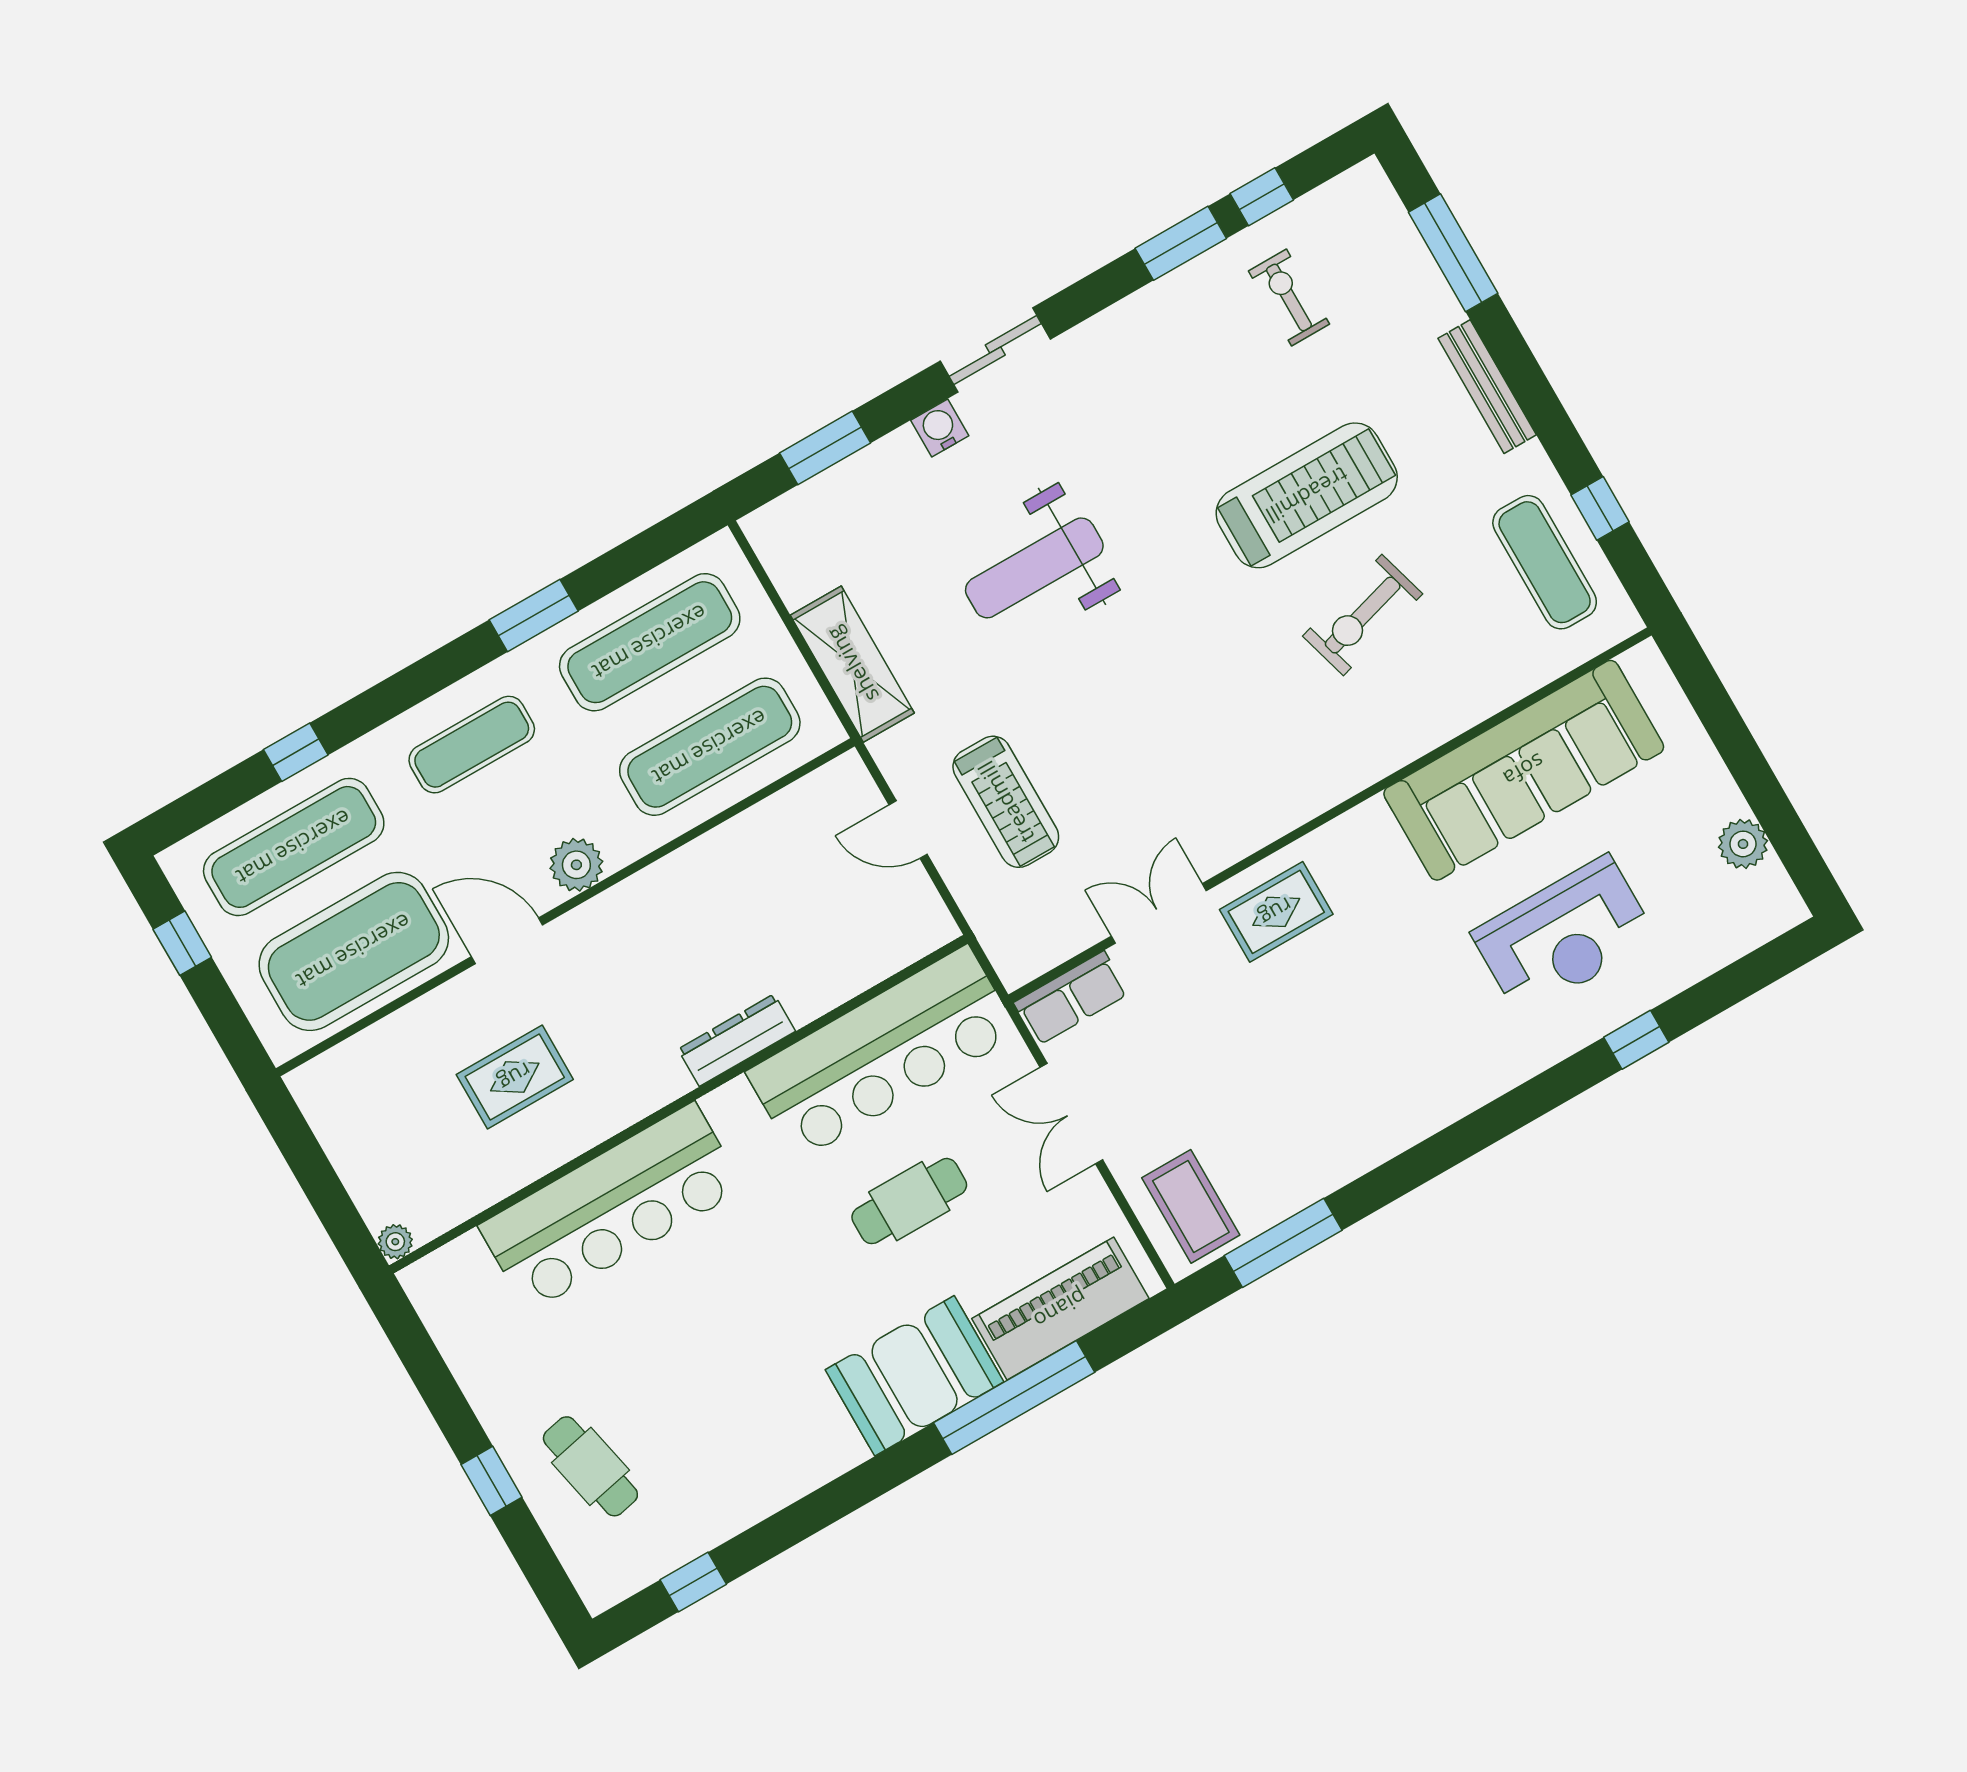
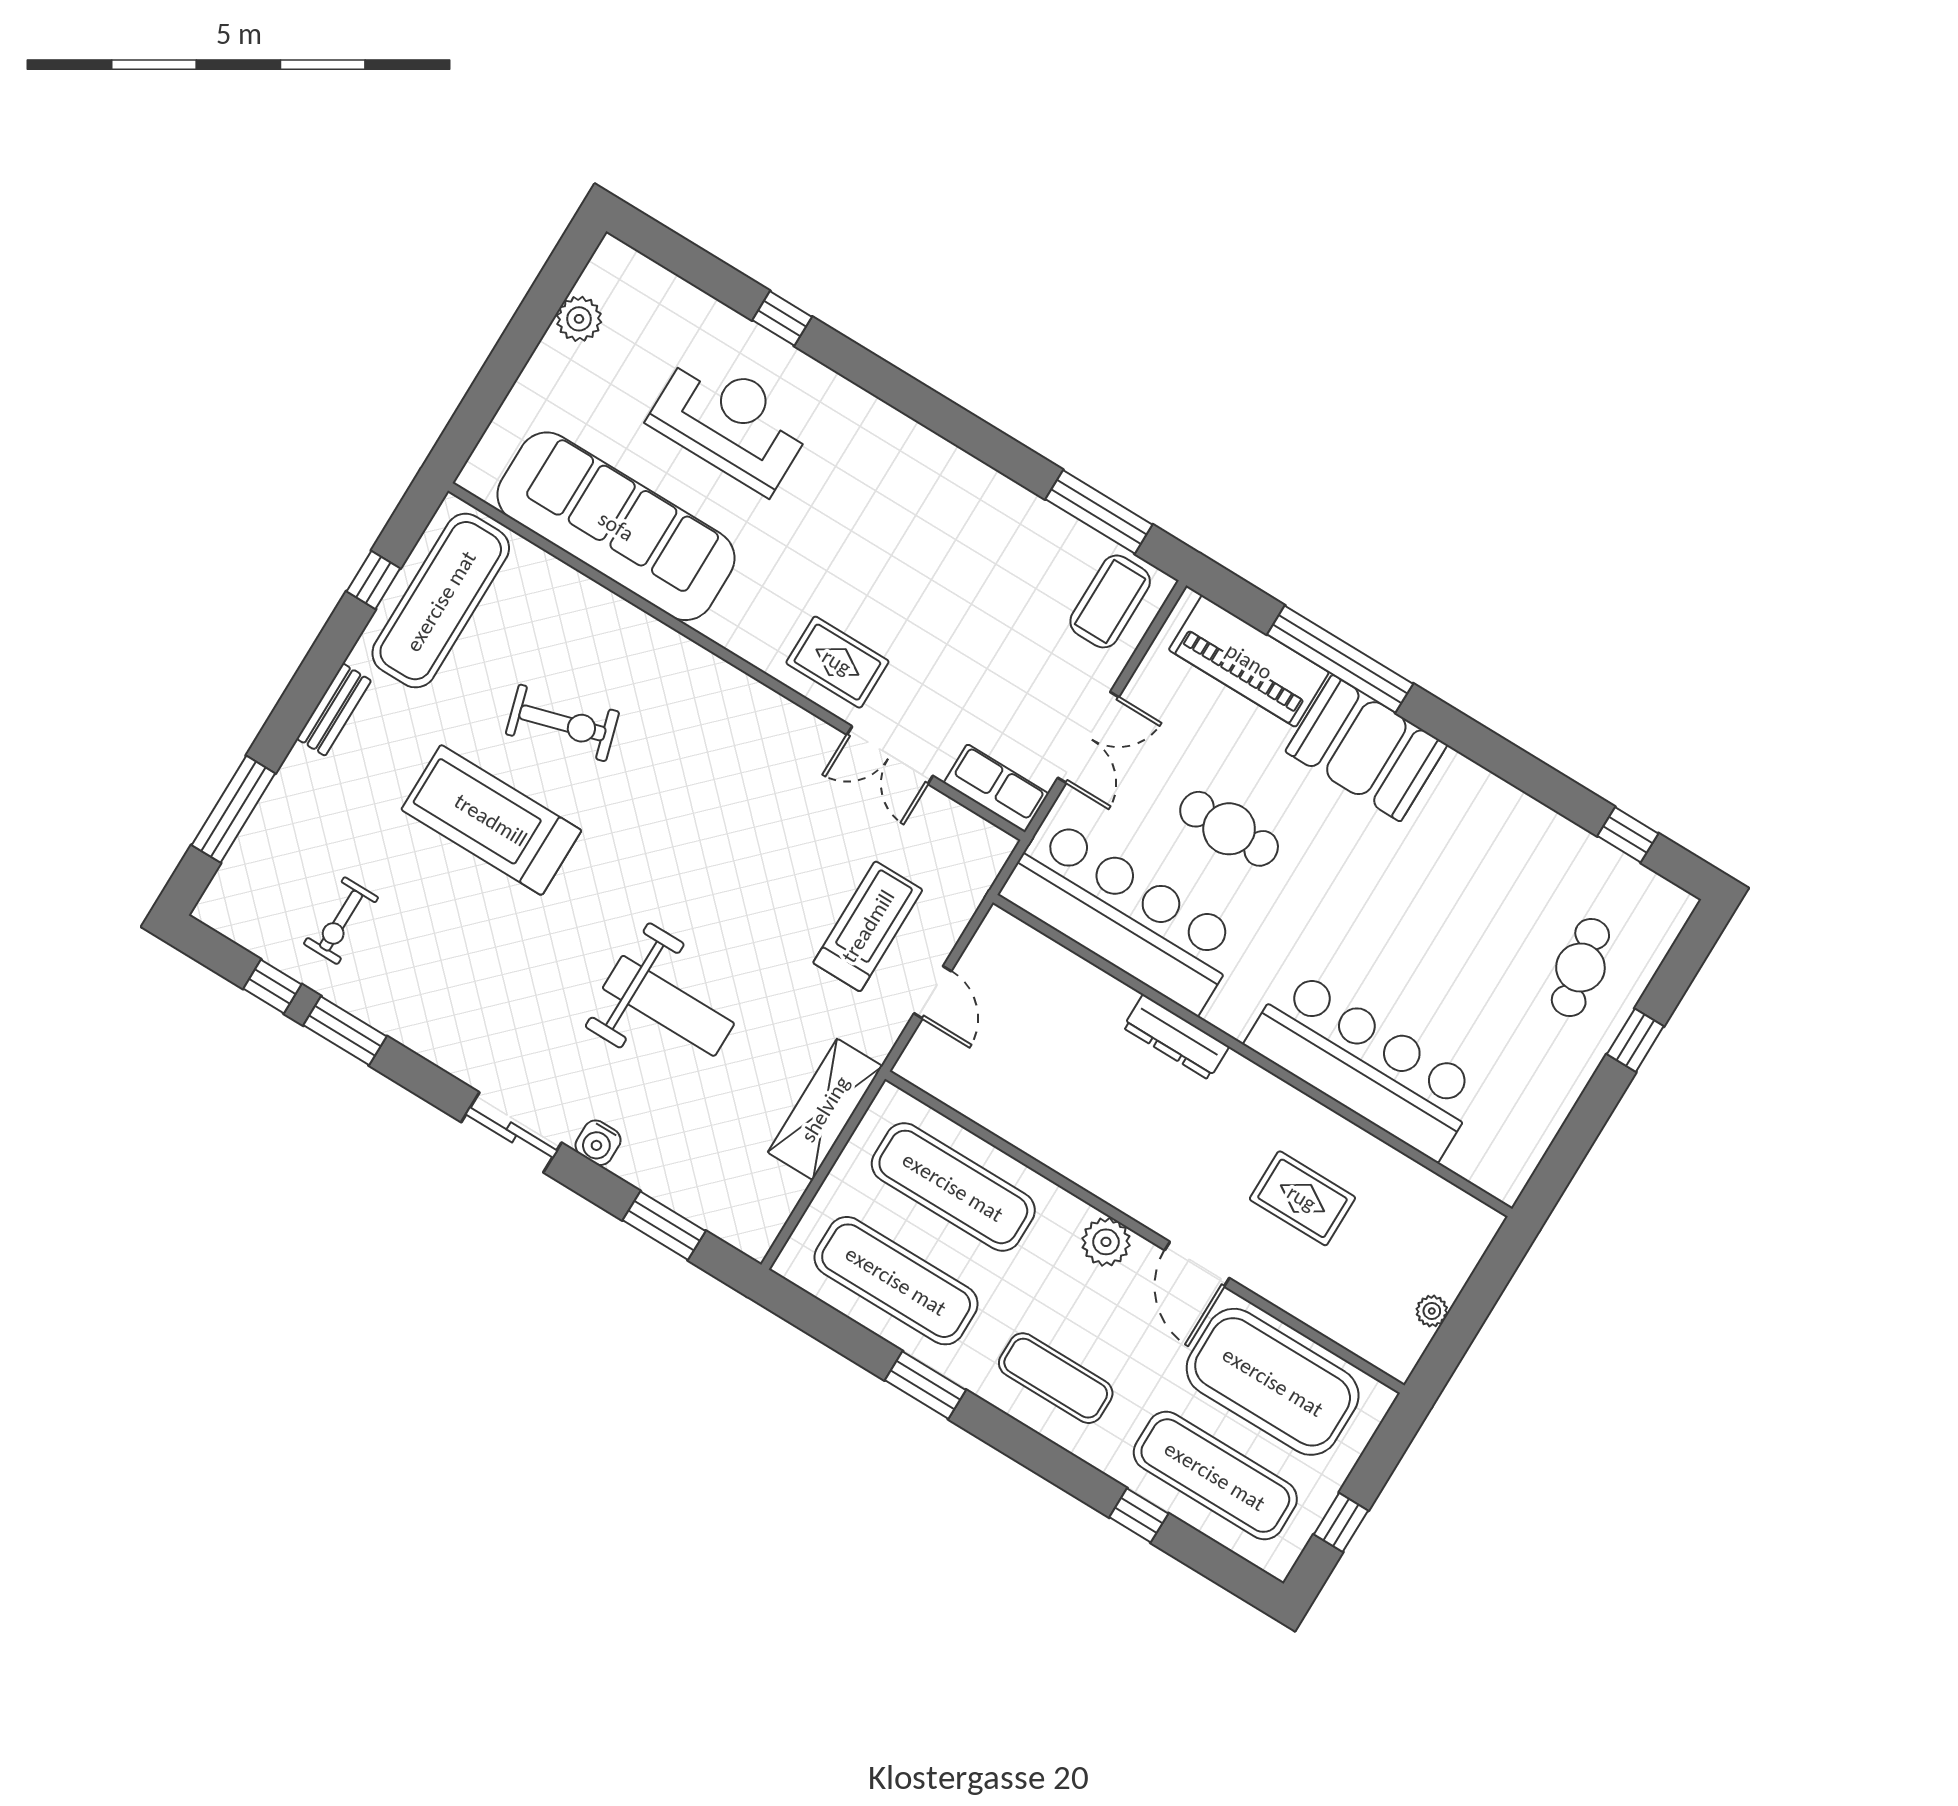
bench: (1487, 387) -> (334, 710), width x0.73
exercise mat: (1545, 562) -> (441, 601), width x1.36, depth x1.45
plant: (395, 1242) -> (1432, 1311), moved

